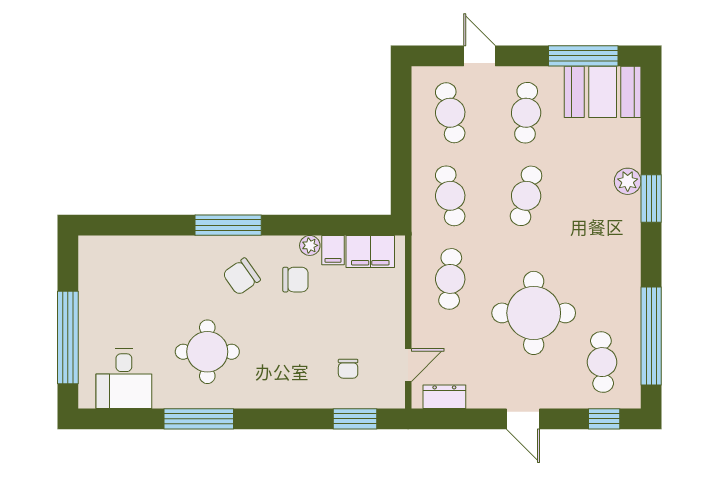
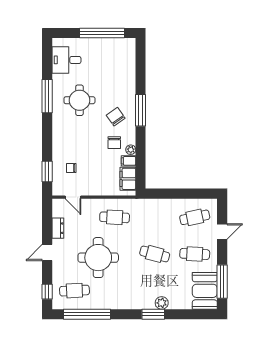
cafe table: (450, 196) -> (155, 217), removed
window: (68, 337) -> (102, 33), moved
dresser: (444, 397) -> (58, 228), moved

